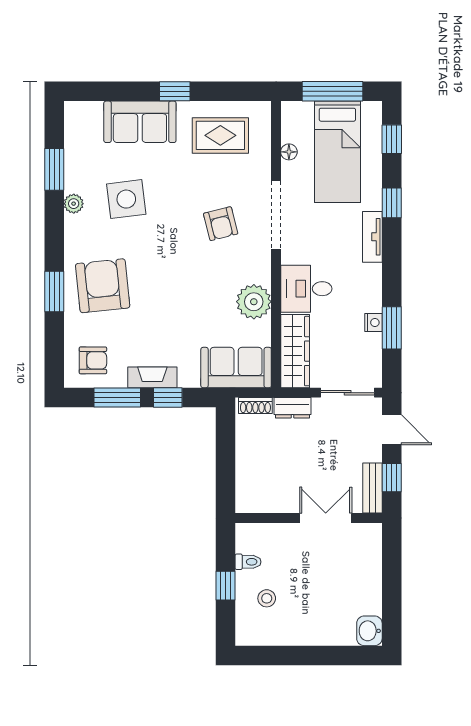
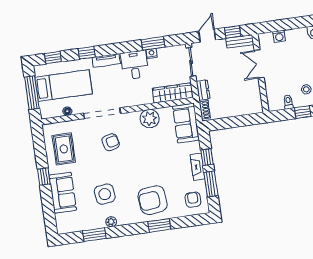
desk: (306, 289) -> (134, 65), moved, turned 180
washing machine: (372, 562) -> (279, 36), added

